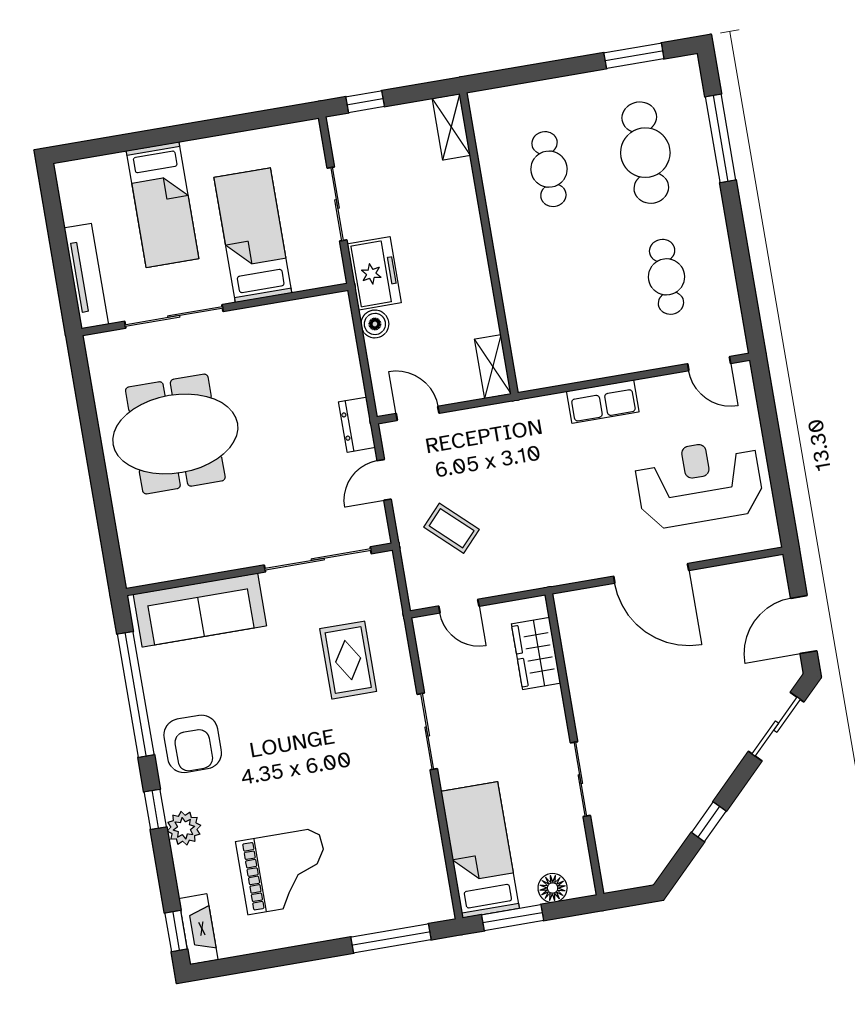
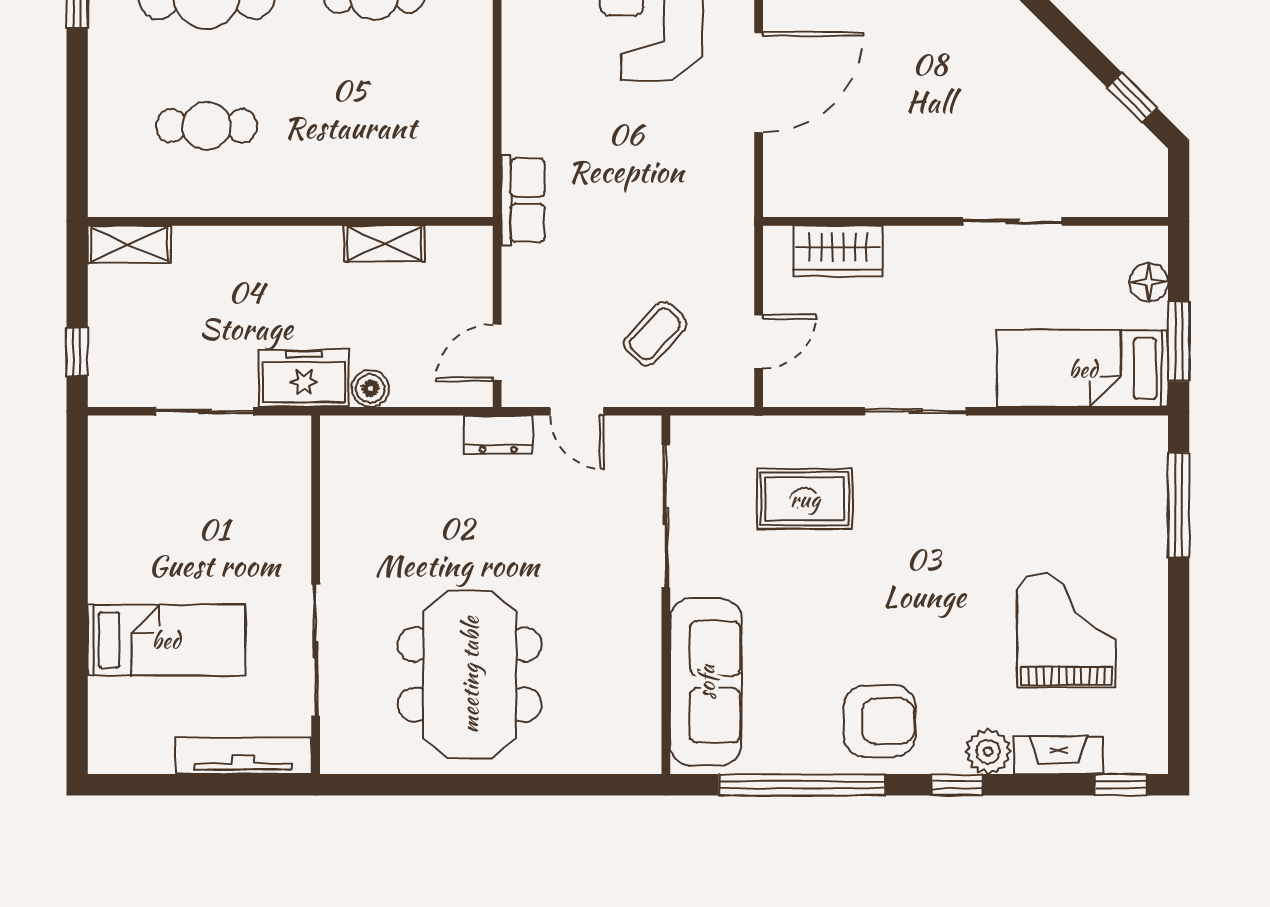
bed: (253, 235) -> (227, 528), removed
shelving: (493, 367) -> (384, 244), moved
row of seats: (603, 401) -> (523, 200), moved
window: (709, 822) -> (1132, 97), moved
fireplace: (198, 929) -> (1059, 755), moved

